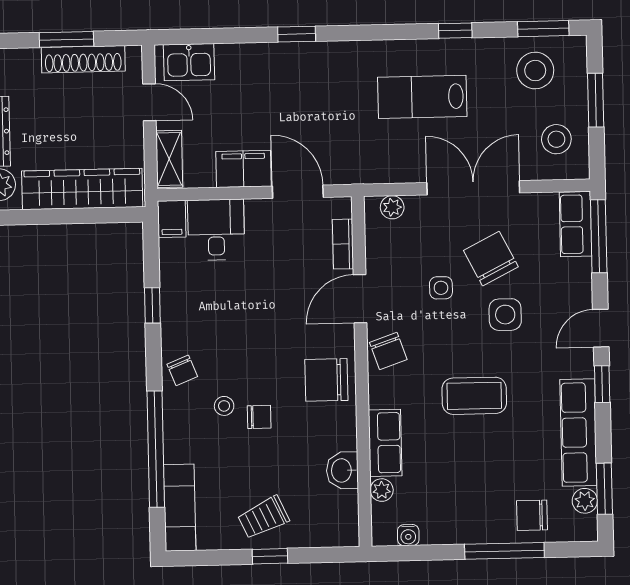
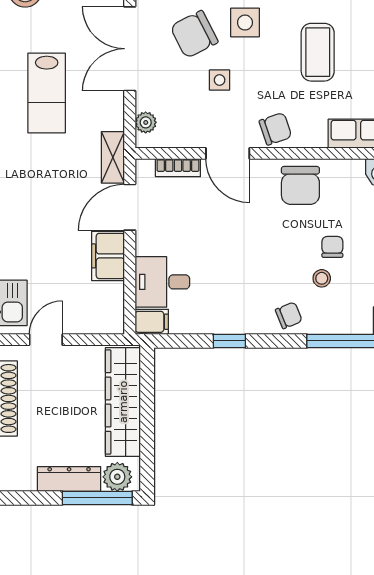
shelving: (169, 159) -> (113, 157), moved, turned 90

